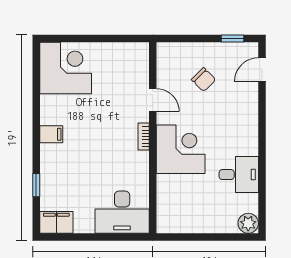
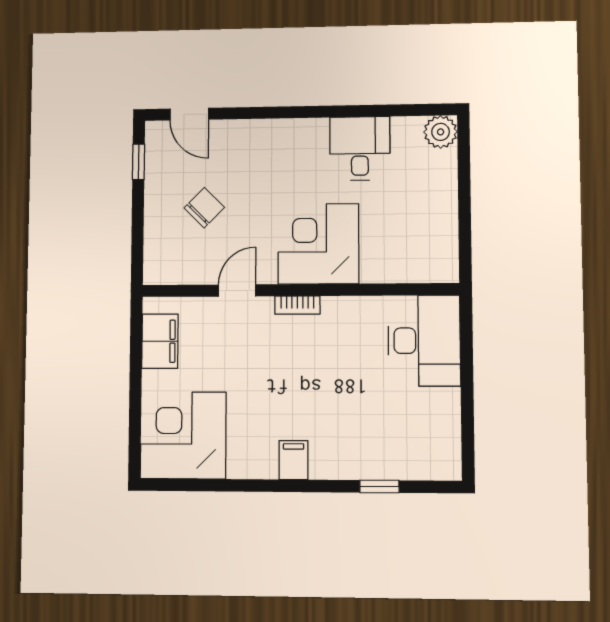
filing cabinet: (56, 222) -> (160, 341), moved, turned 180

